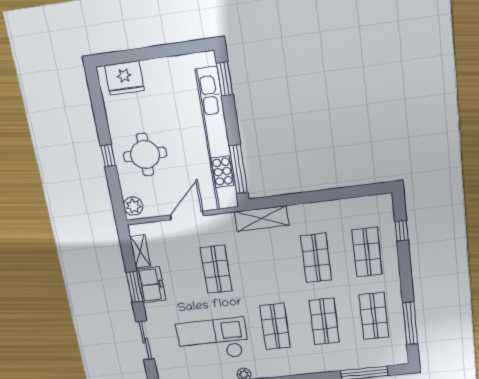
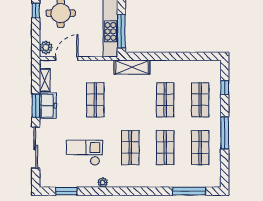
door: (187, 215) -> (67, 59), moved
window: (410, 323) -> (225, 133), moved
sliding door: (145, 340) -> (36, 148), width x1.37
checkout: (213, 340) -> (84, 153), width x0.73, depth x0.83

